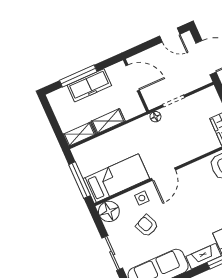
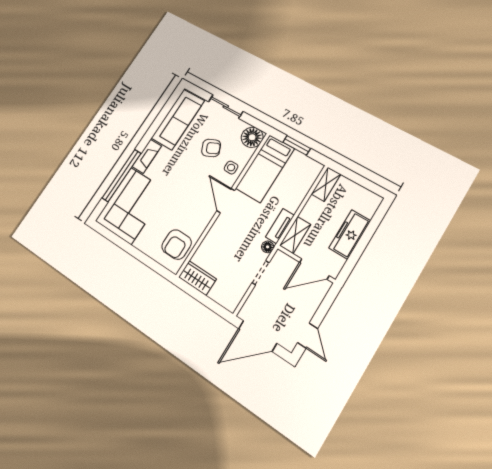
door: (170, 35) -> (308, 336), swing flipped
window: (78, 76) -> (367, 236), removed
shelving: (108, 121) -> (295, 235), moved
tv unit: (136, 126) -> (280, 226), added
window: (80, 180) -> (297, 145), width x0.69

